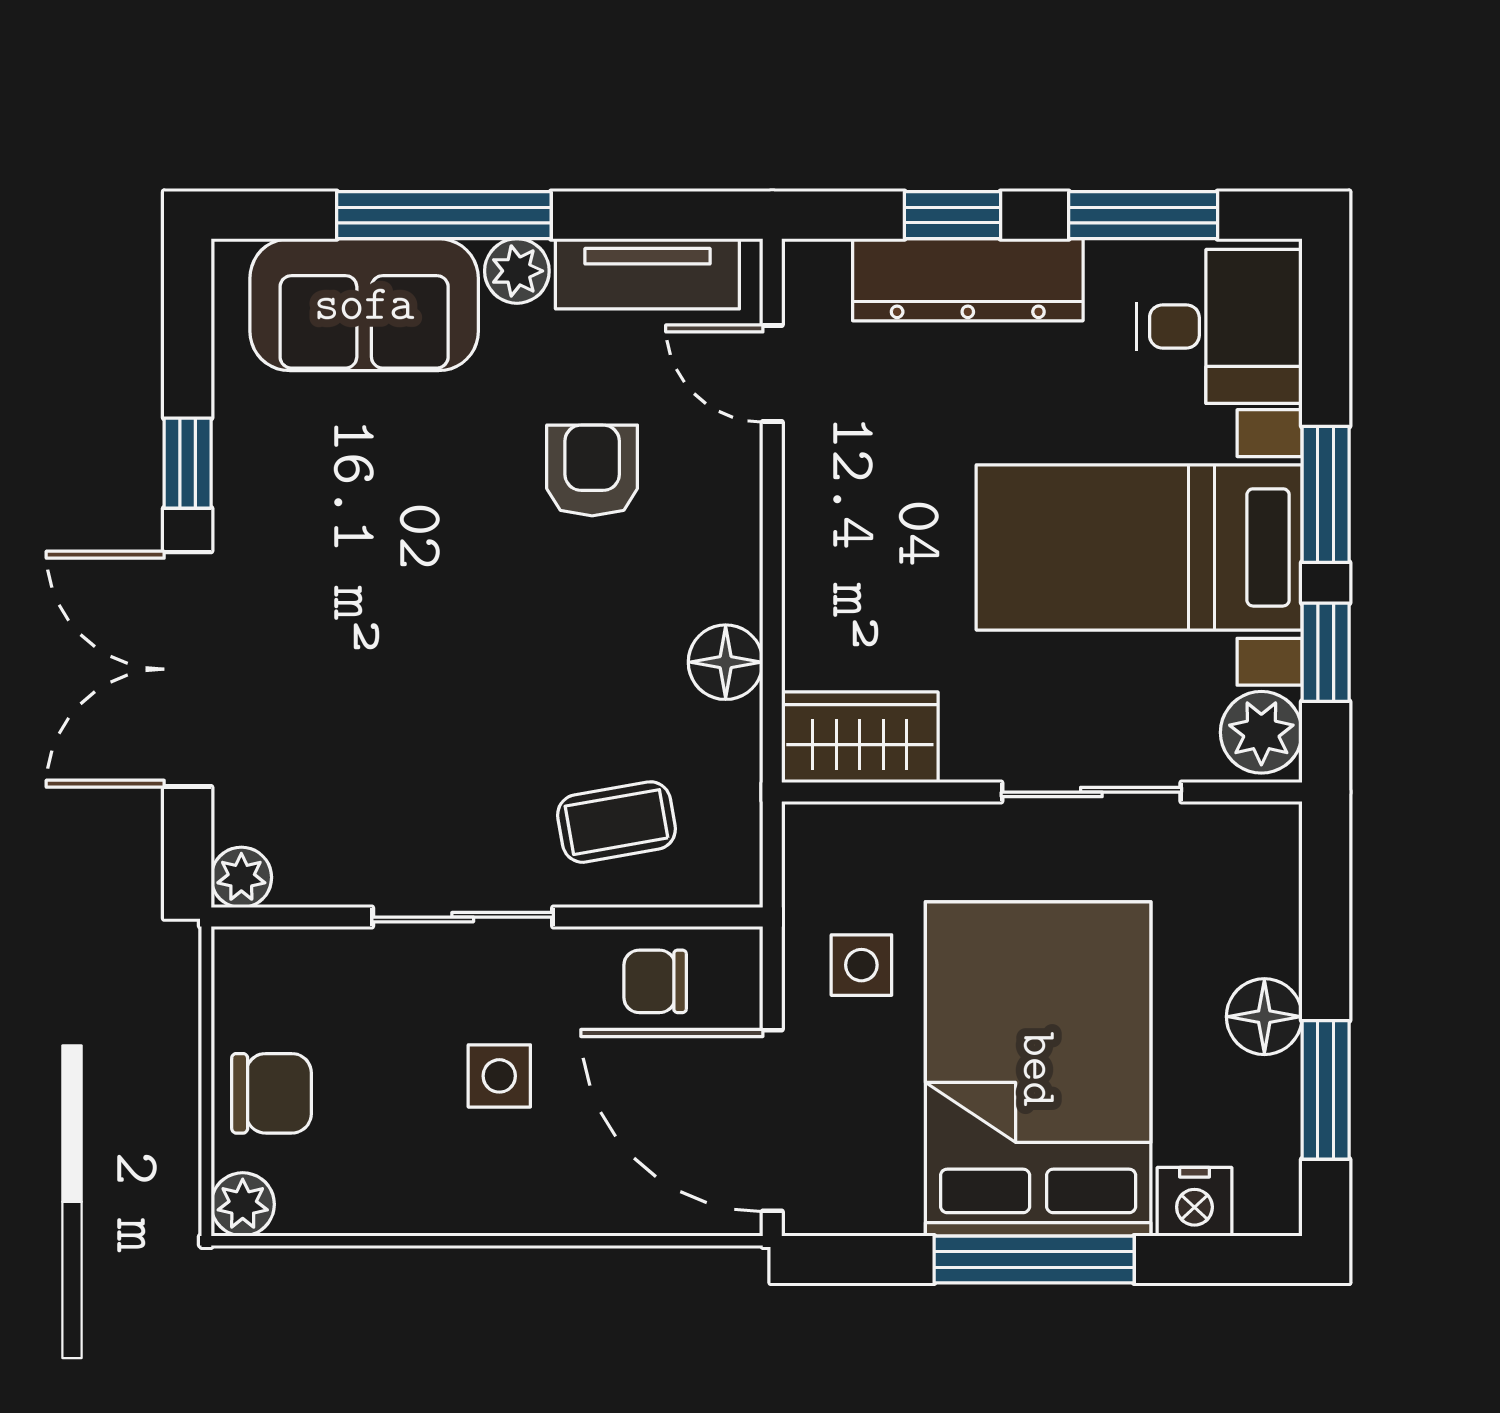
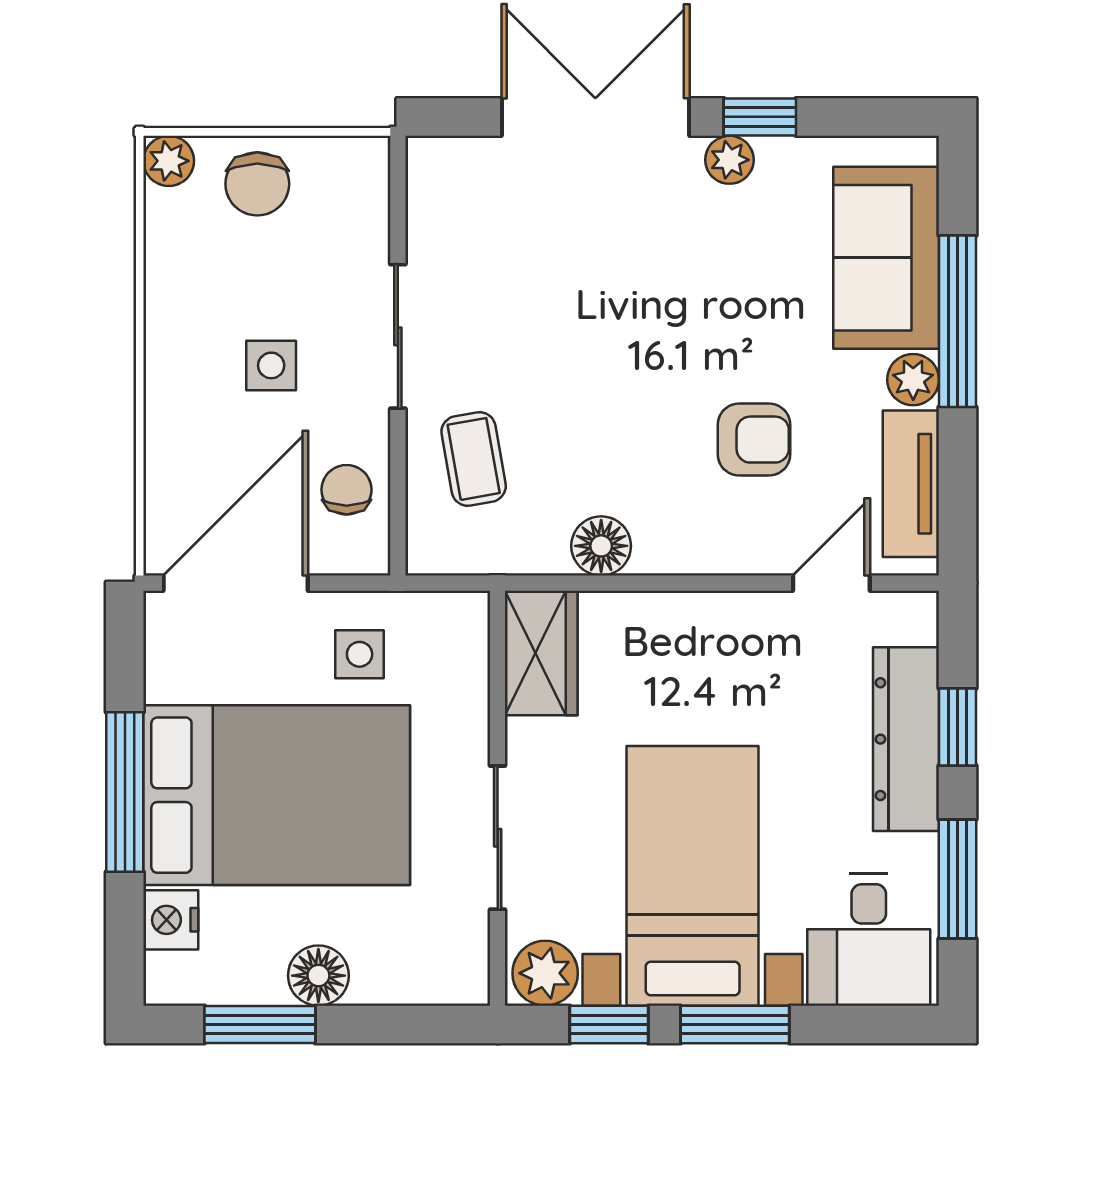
plant: (241, 877) -> (729, 160), moved

